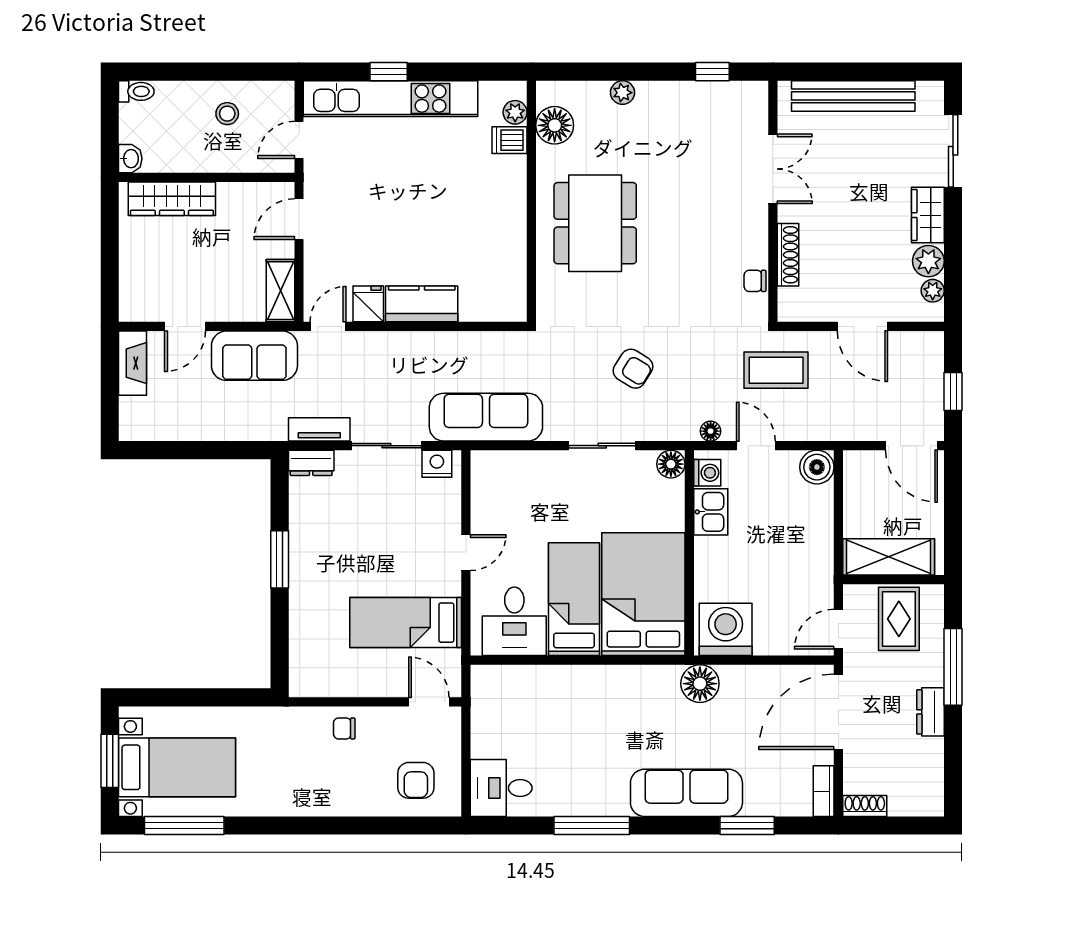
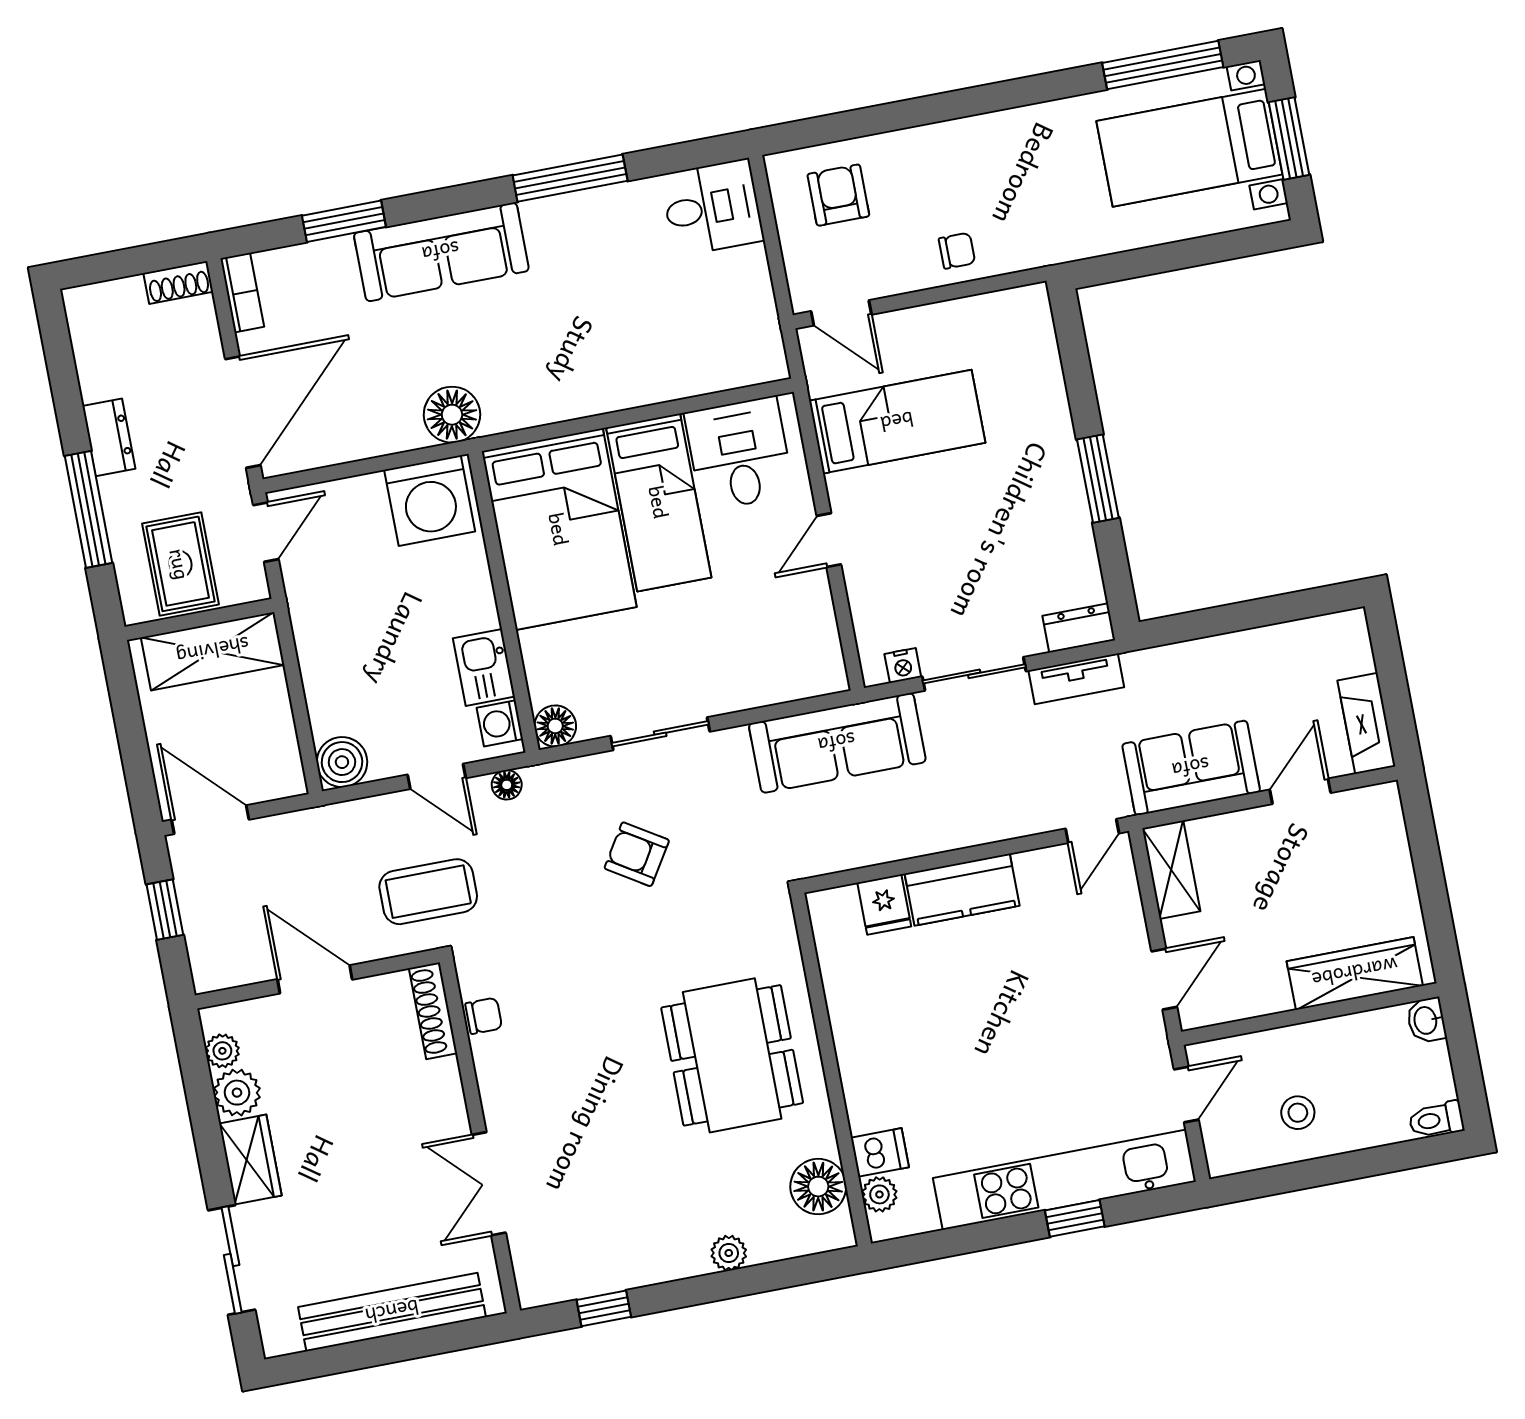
shoe rack: (788, 255) -> (433, 1011), moved
fridge: (368, 304) -> (884, 905), moved
nightstand: (437, 464) -> (903, 665), width x0.72, depth x0.74

